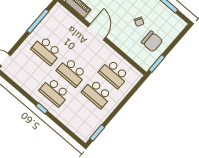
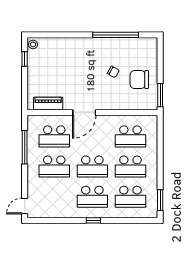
school desk: (64, 31) -> (54, 136), added
door: (97, 32) -> (84, 113), swing flipped
chair: (152, 42) -> (139, 80), turned 180
school desk: (80, 114) -> (130, 197), added

